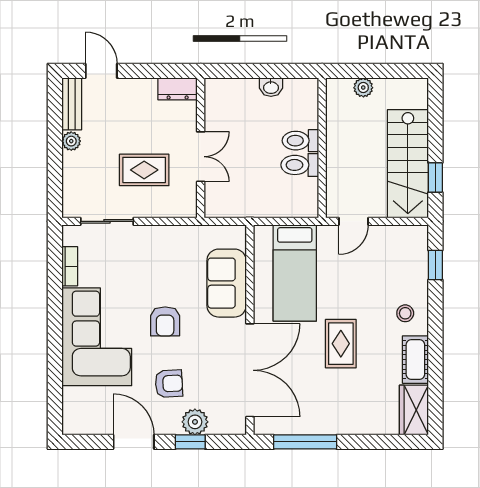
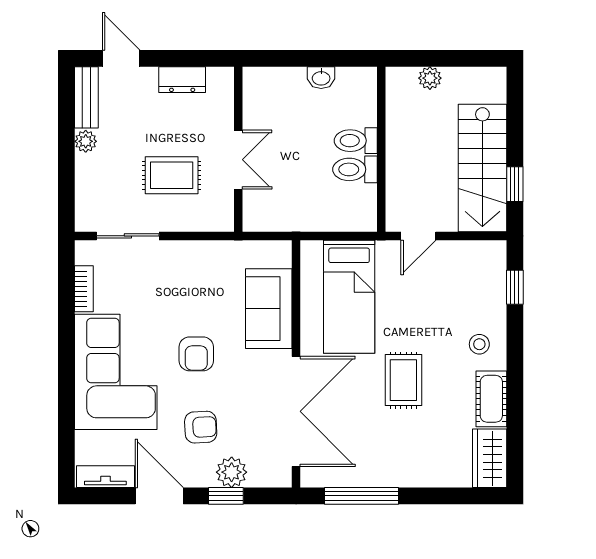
dresser: (178, 89) -> (182, 80), moved
tv unit: (88, 426) -> (105, 477), added

